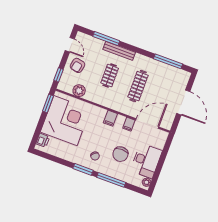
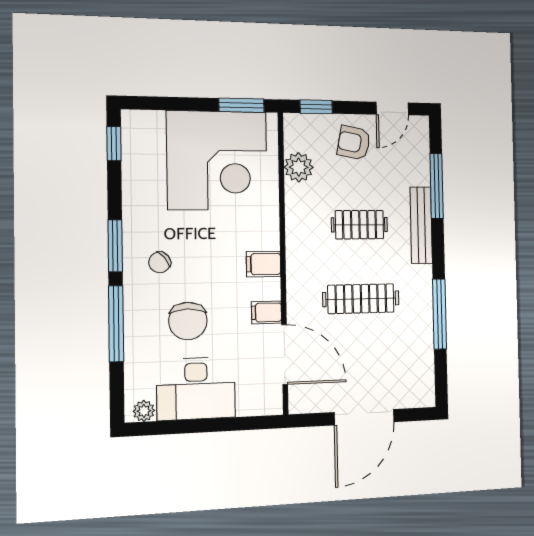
window: (168, 61) -> (440, 314), moved
printer: (43, 140) -> (149, 123), removed
chair: (120, 154) -> (188, 321), turned -90
window: (46, 156) -> (114, 144), added

